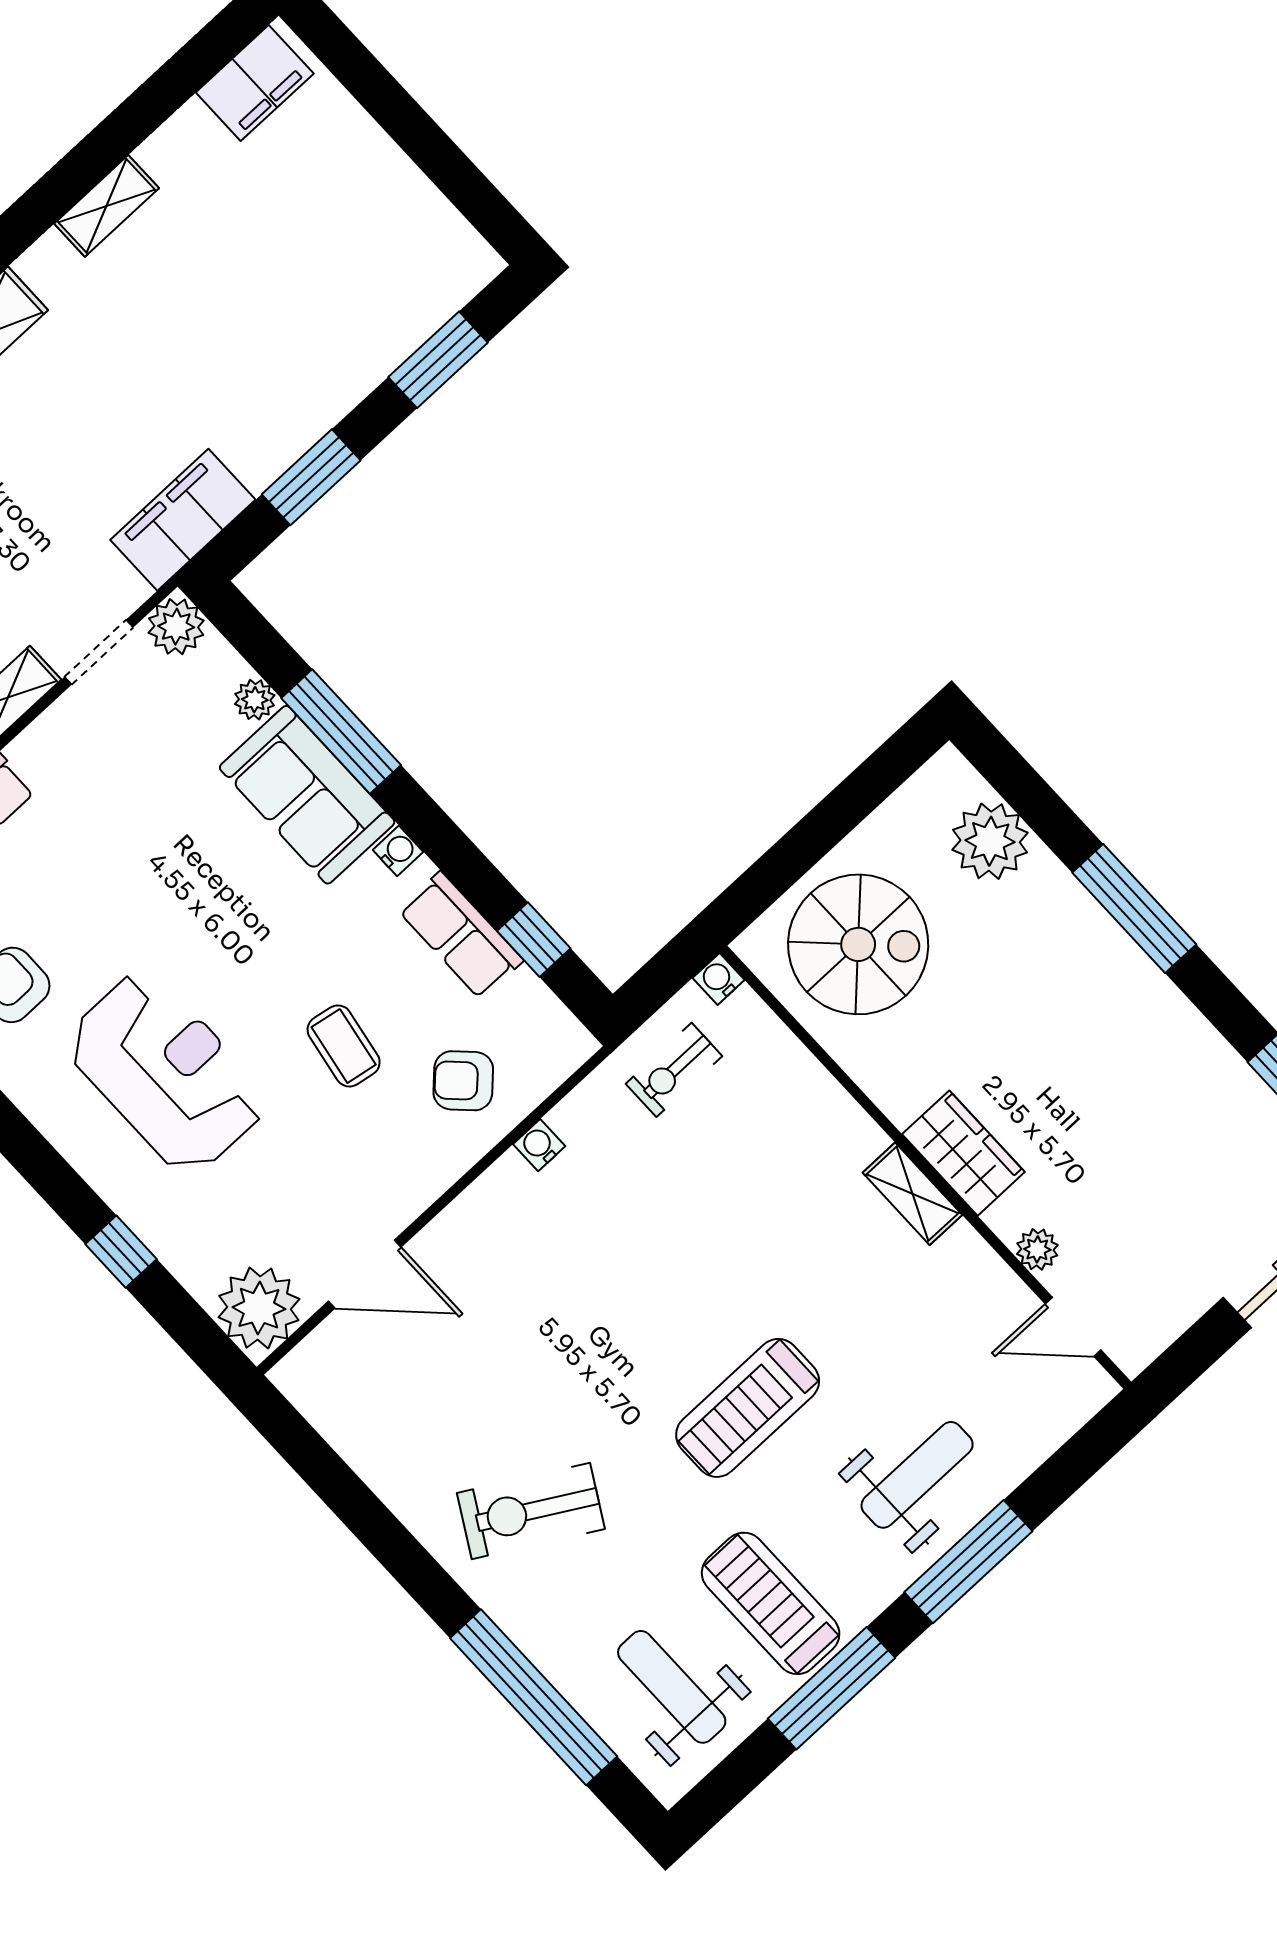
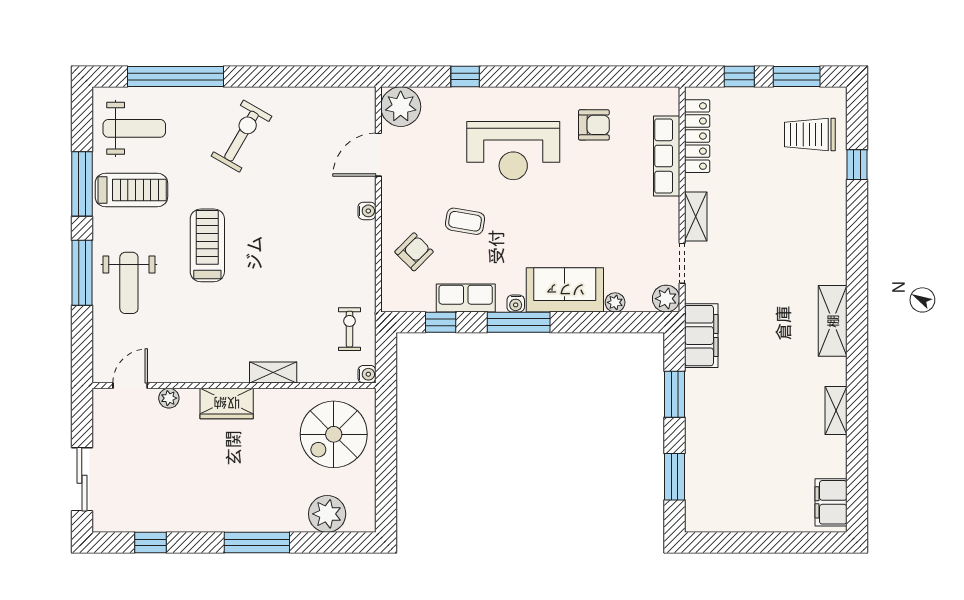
window: (341, 732) -> (519, 322), moved
water cooler: (539, 1145) -> (367, 211), moved
shelving: (912, 1194) -> (273, 372), moved

